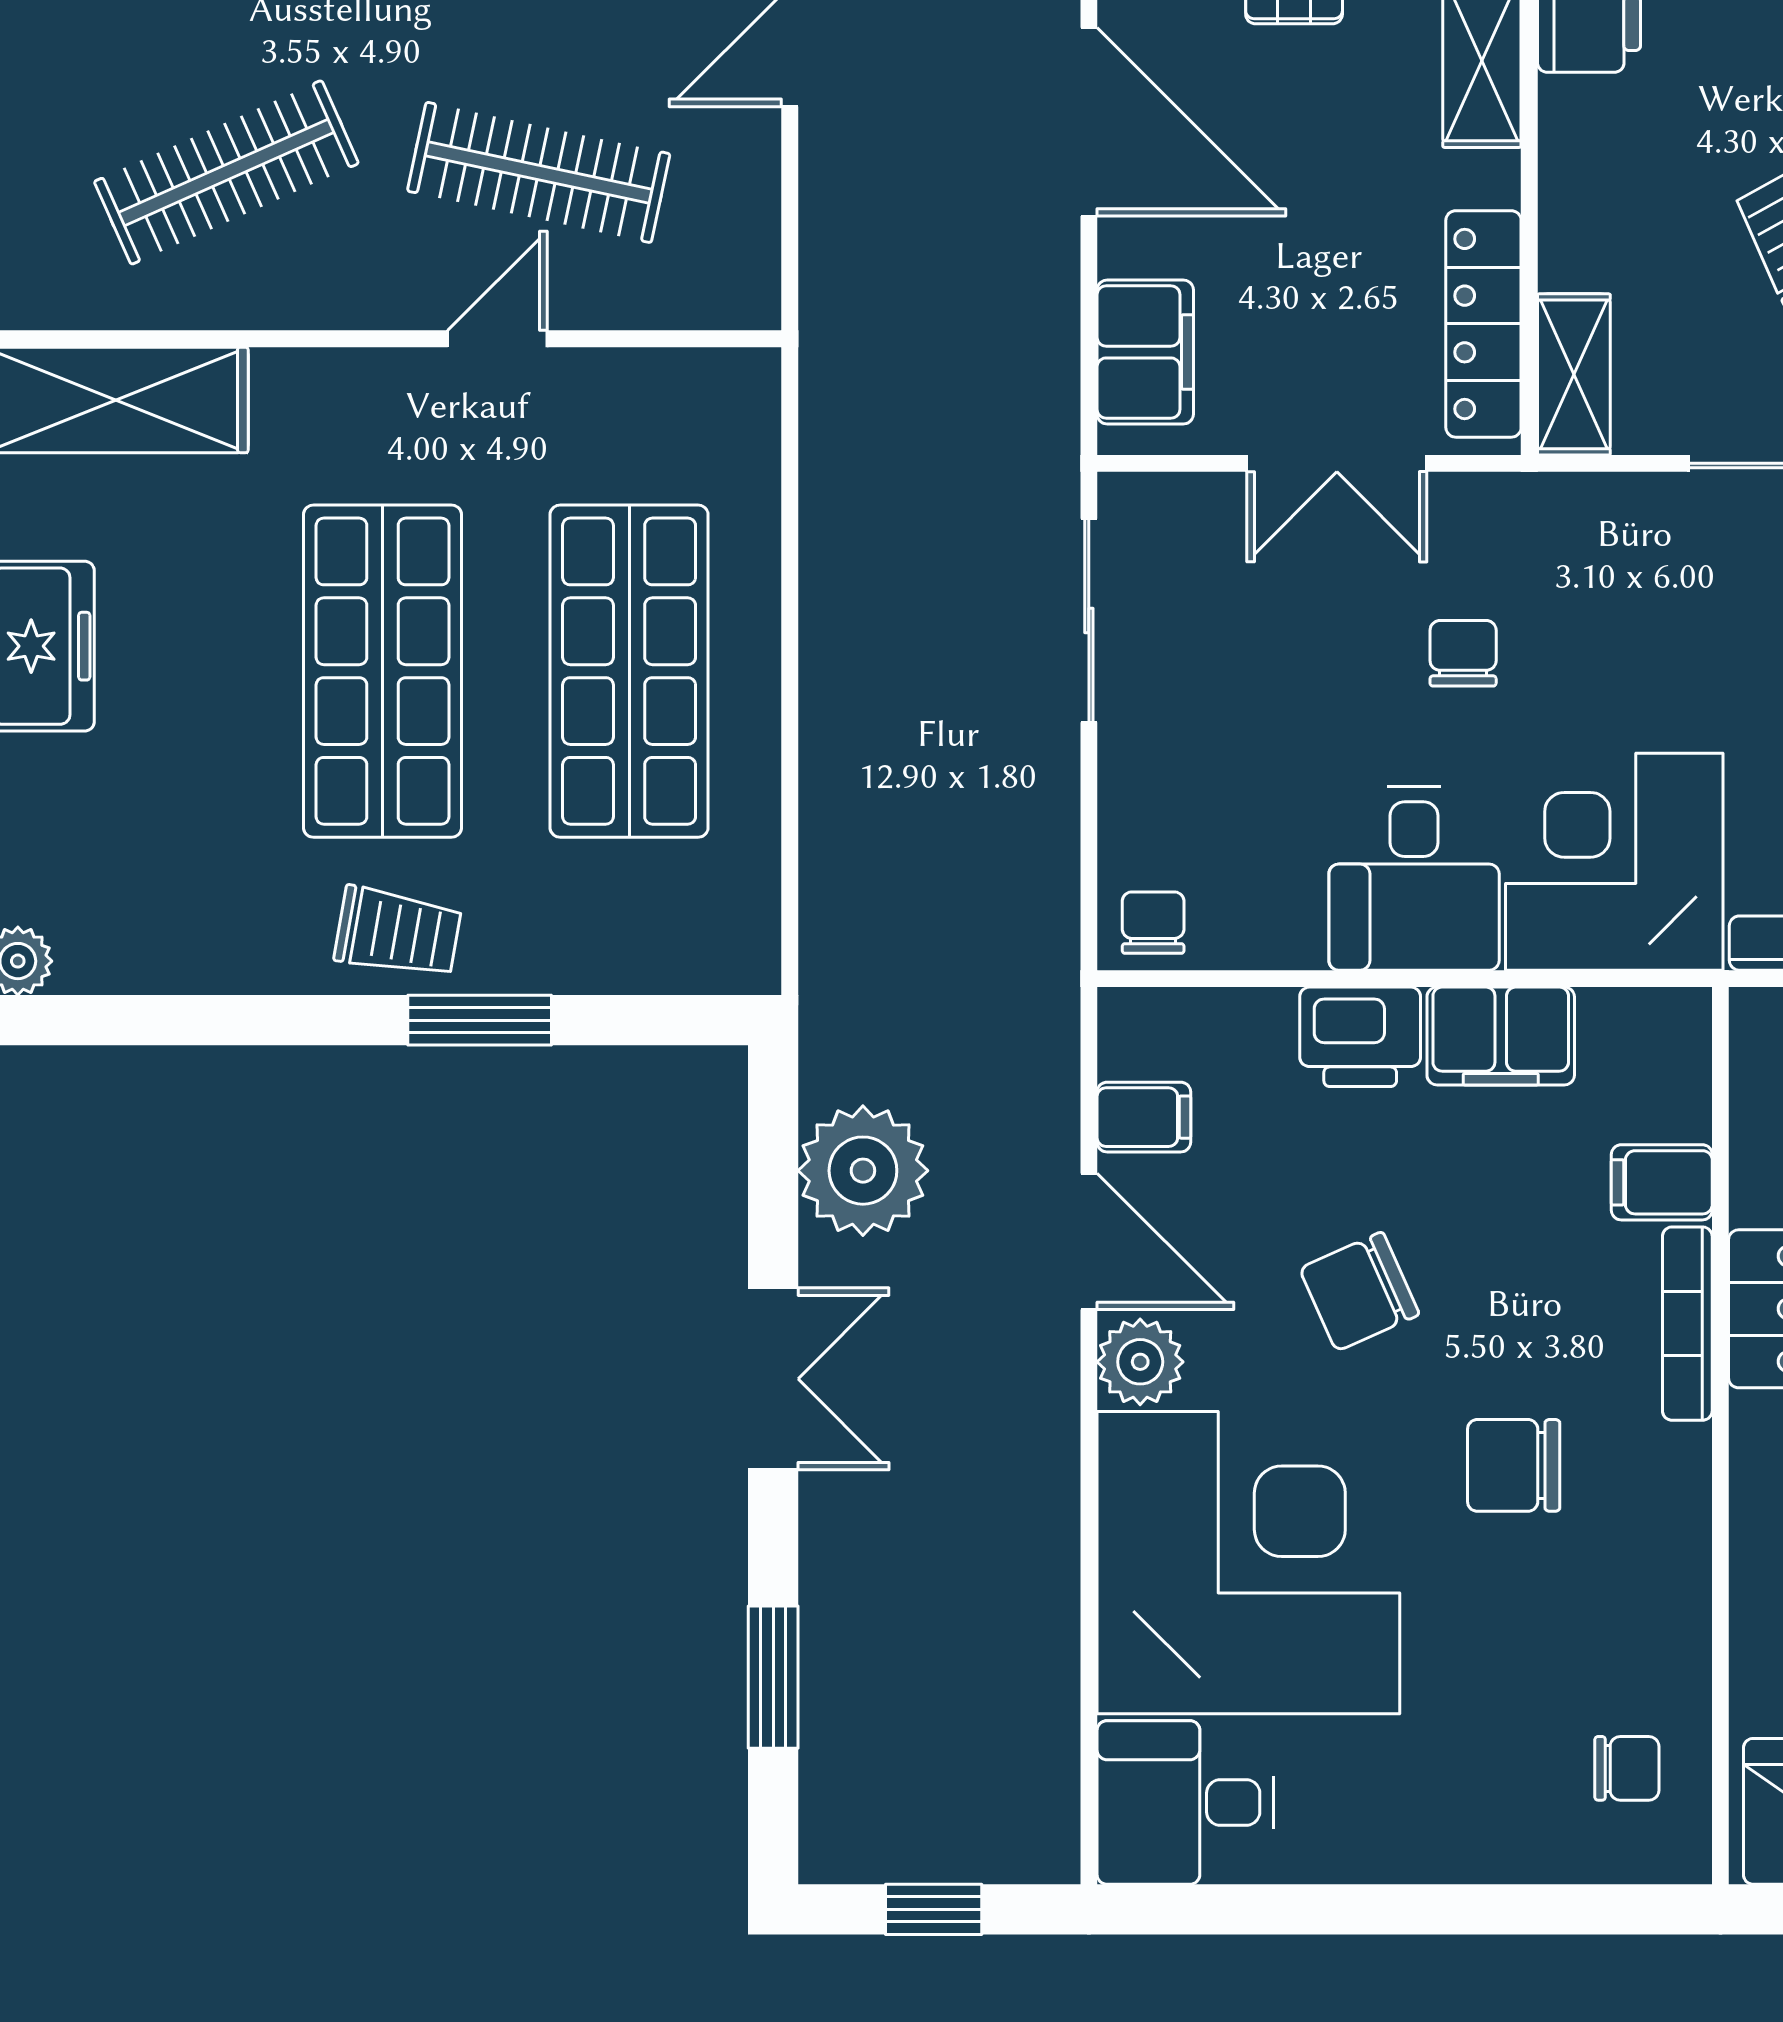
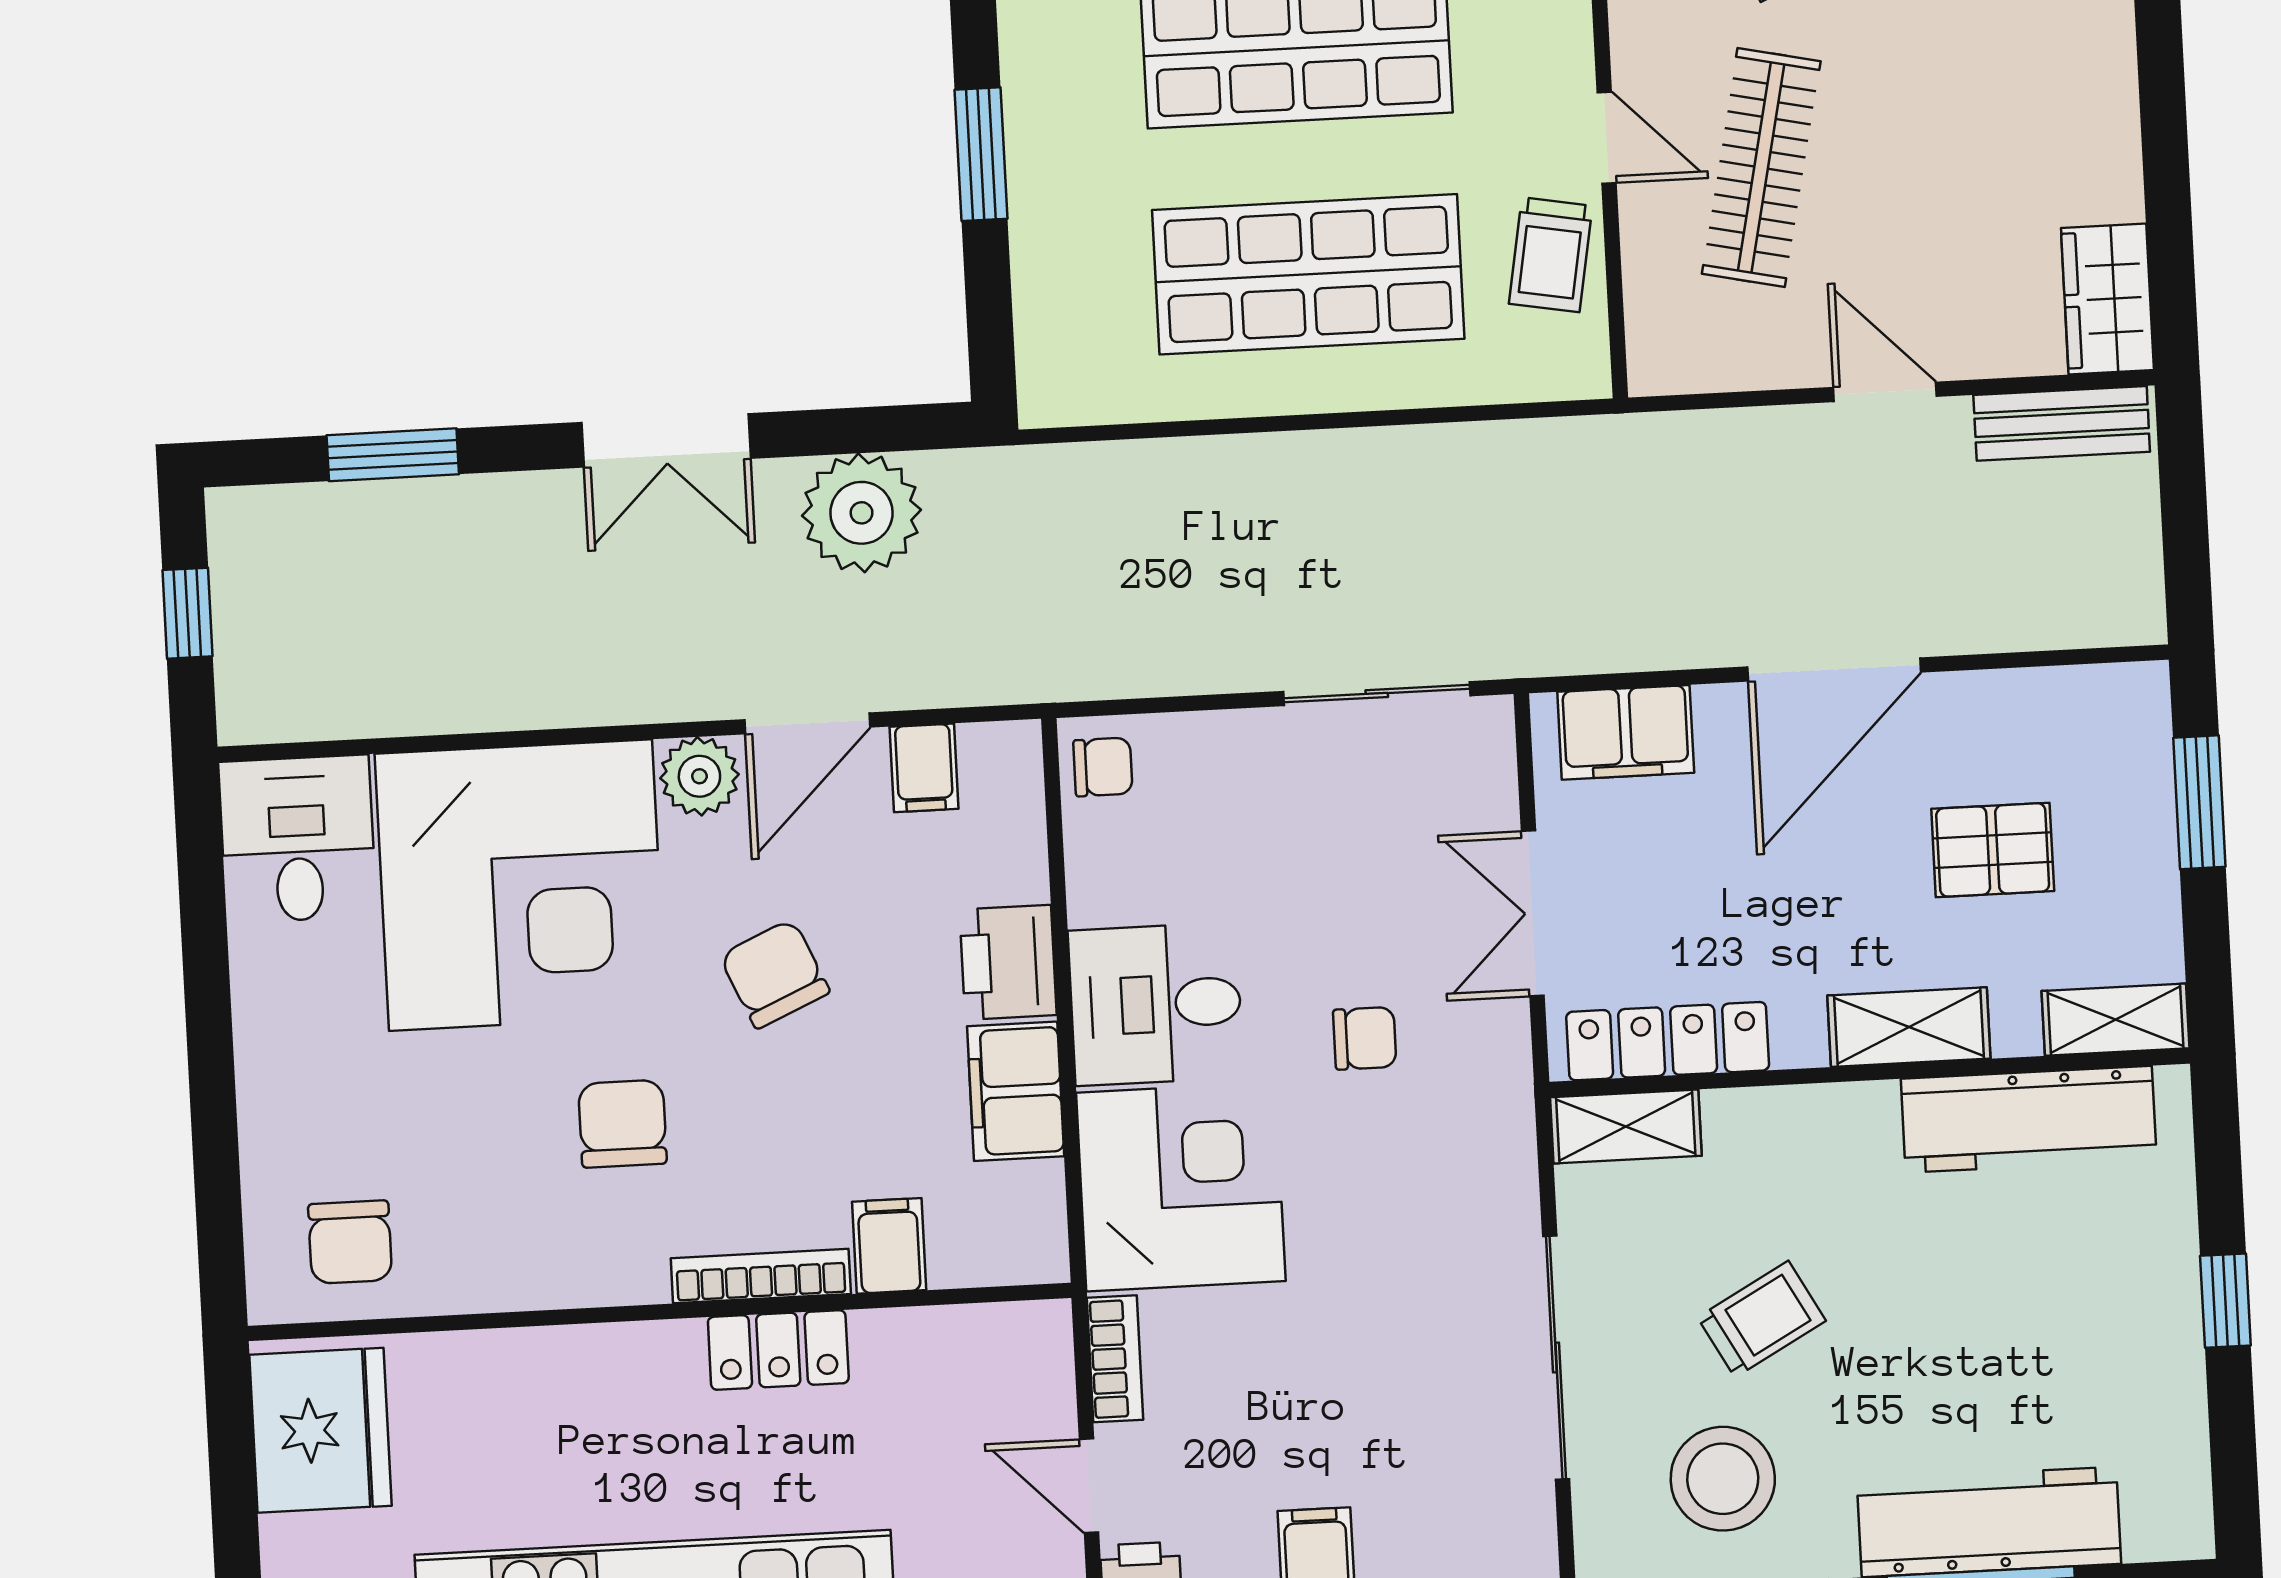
trolley: (398, 932) -> (1551, 255), moved
chair: (1627, 1768) -> (350, 1242), width x1.37, depth x1.37

